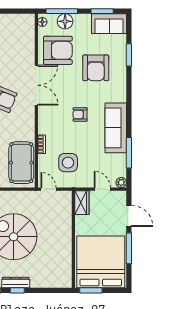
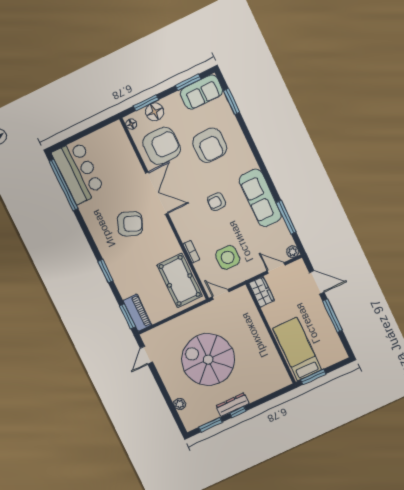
window: (62, 11) -> (146, 103), width x0.69
window: (129, 55) -> (232, 101), moved
bed: (101, 262) -> (297, 349), width x0.49

